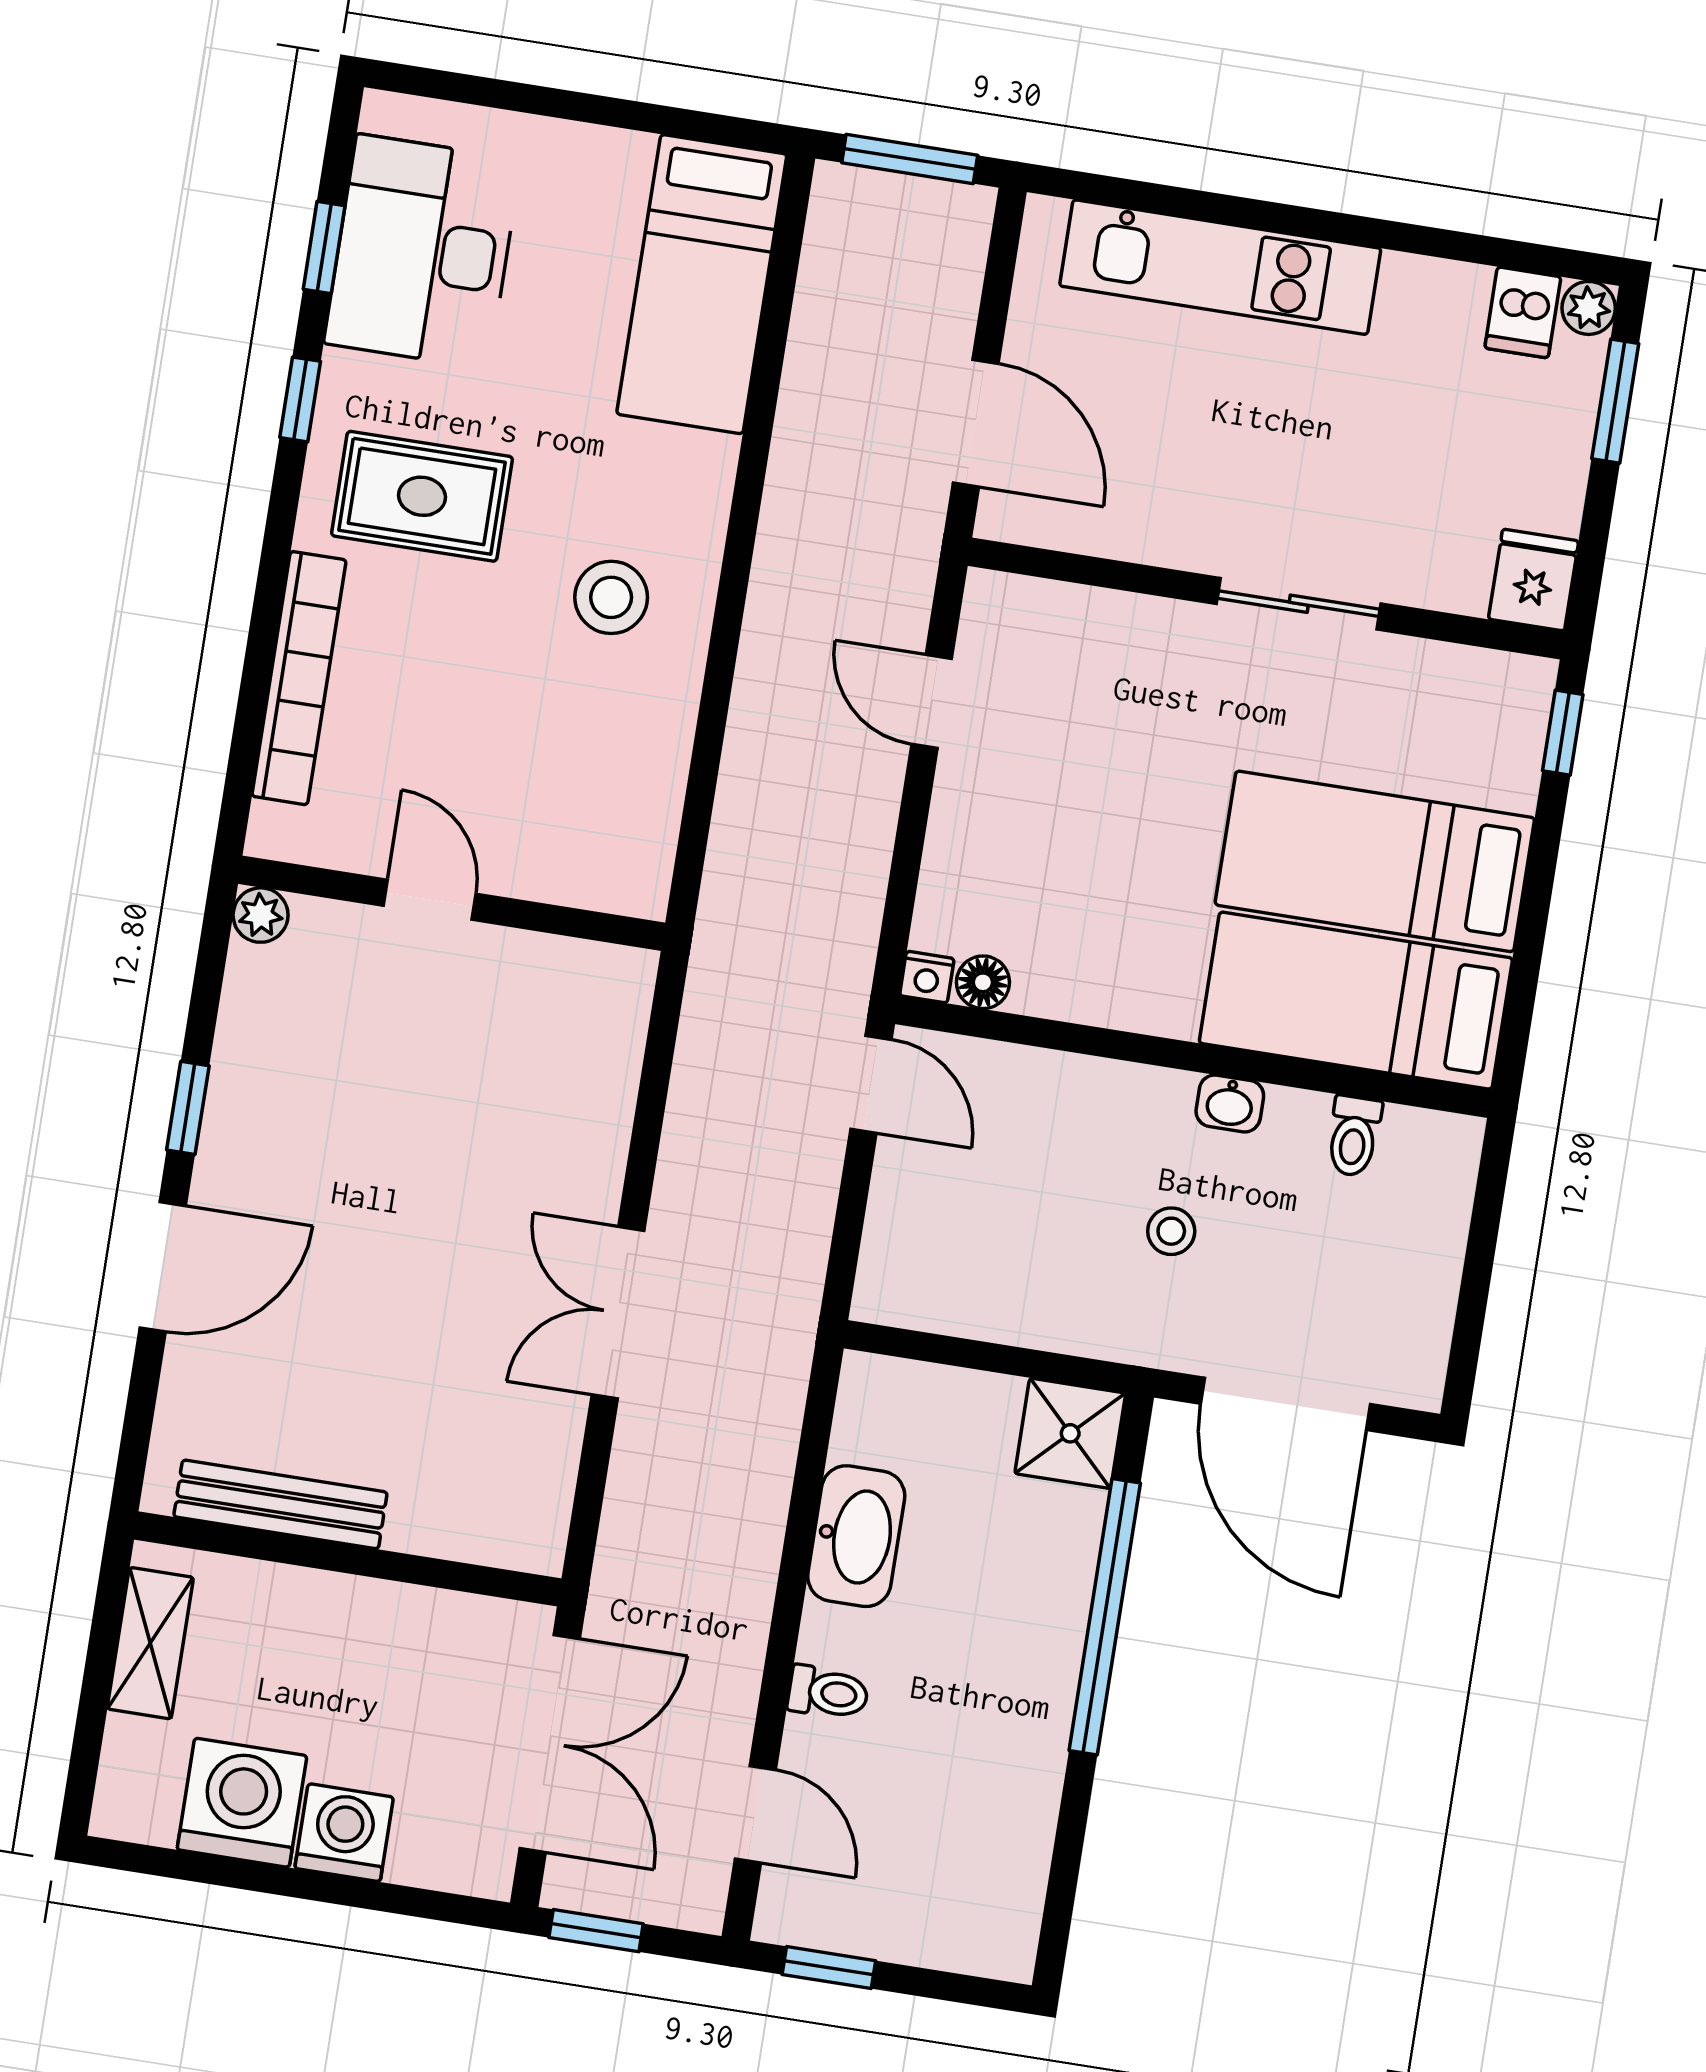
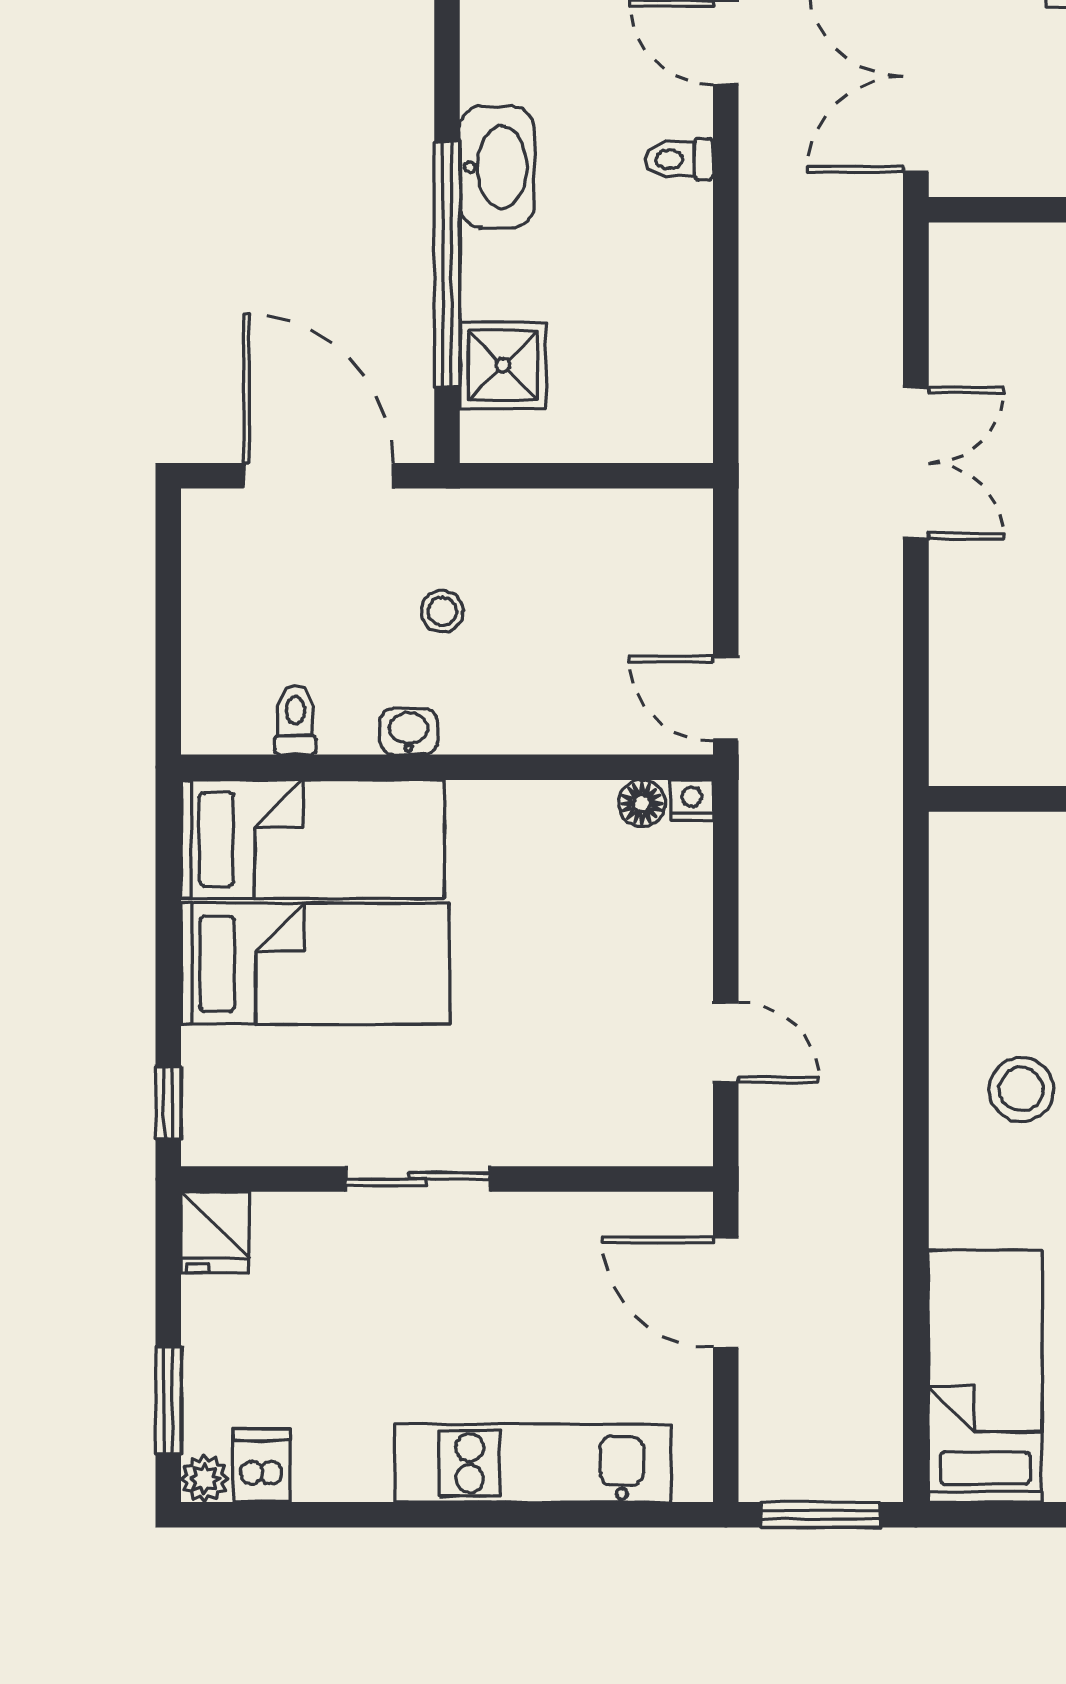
shower: (1070, 1433) -> (503, 366), moved
washbasin: (856, 1536) -> (497, 167), moved, turned 180

